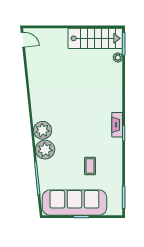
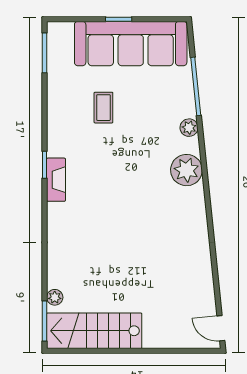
plant: (45, 150) -> (189, 128), width x0.53, depth x0.53

